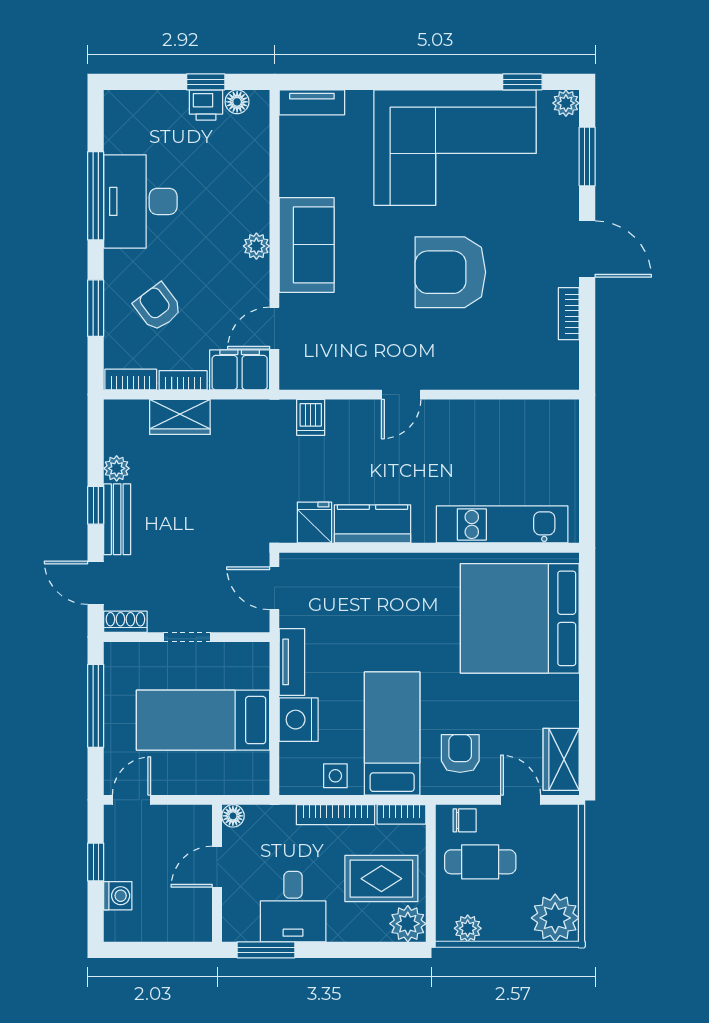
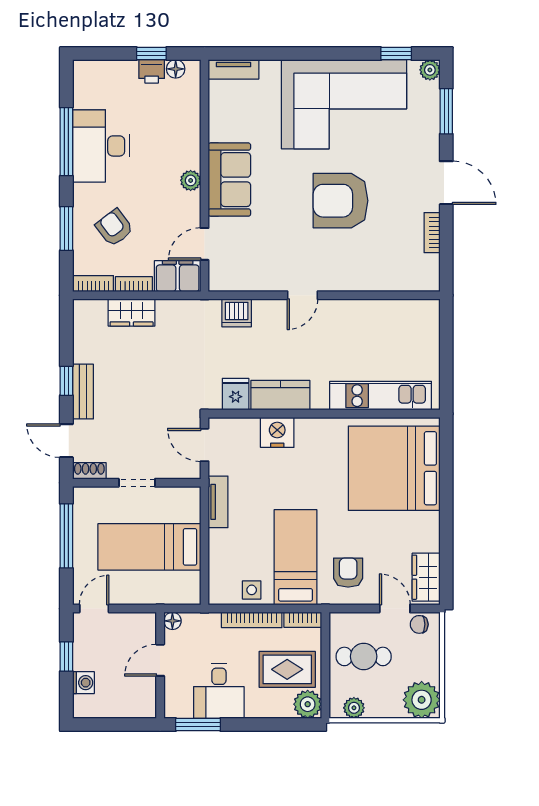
dishwasher: (311, 417) -> (237, 313), width x1.38
plant: (117, 468) -> (82, 352), removed
nightstand: (299, 720) -> (277, 432), moved, turned 90
chair: (465, 820) -> (419, 624), moved, turned 180

